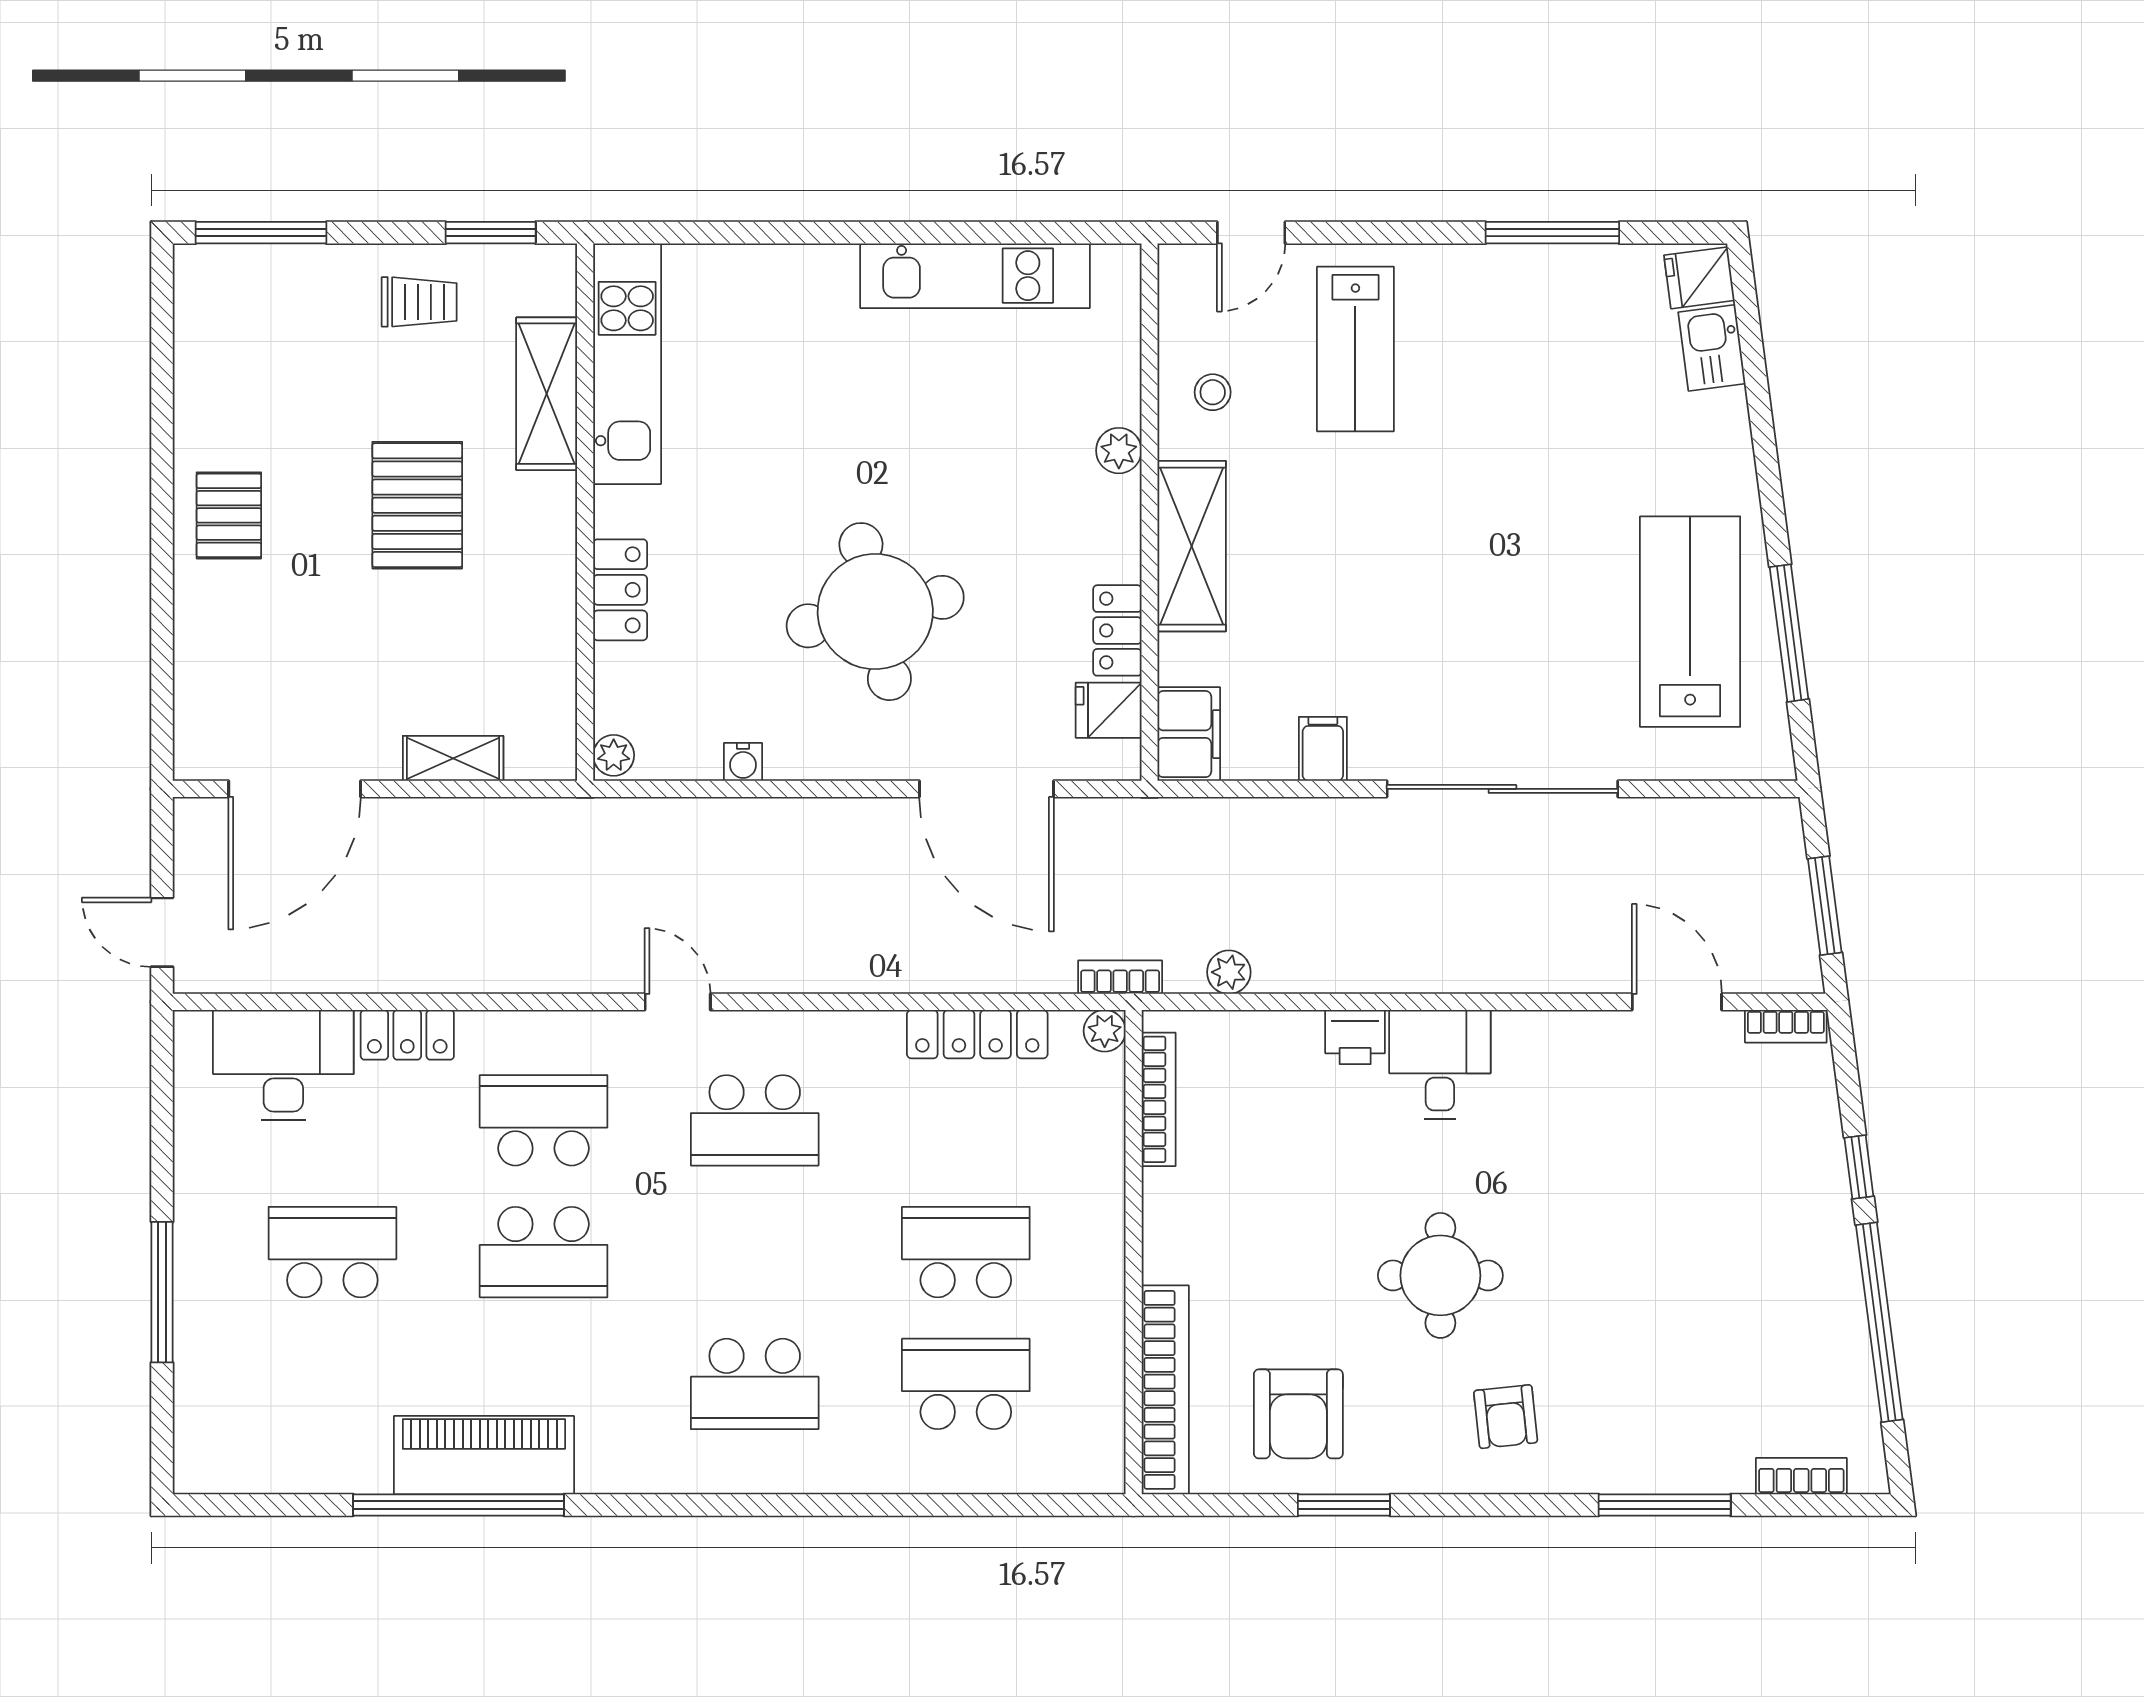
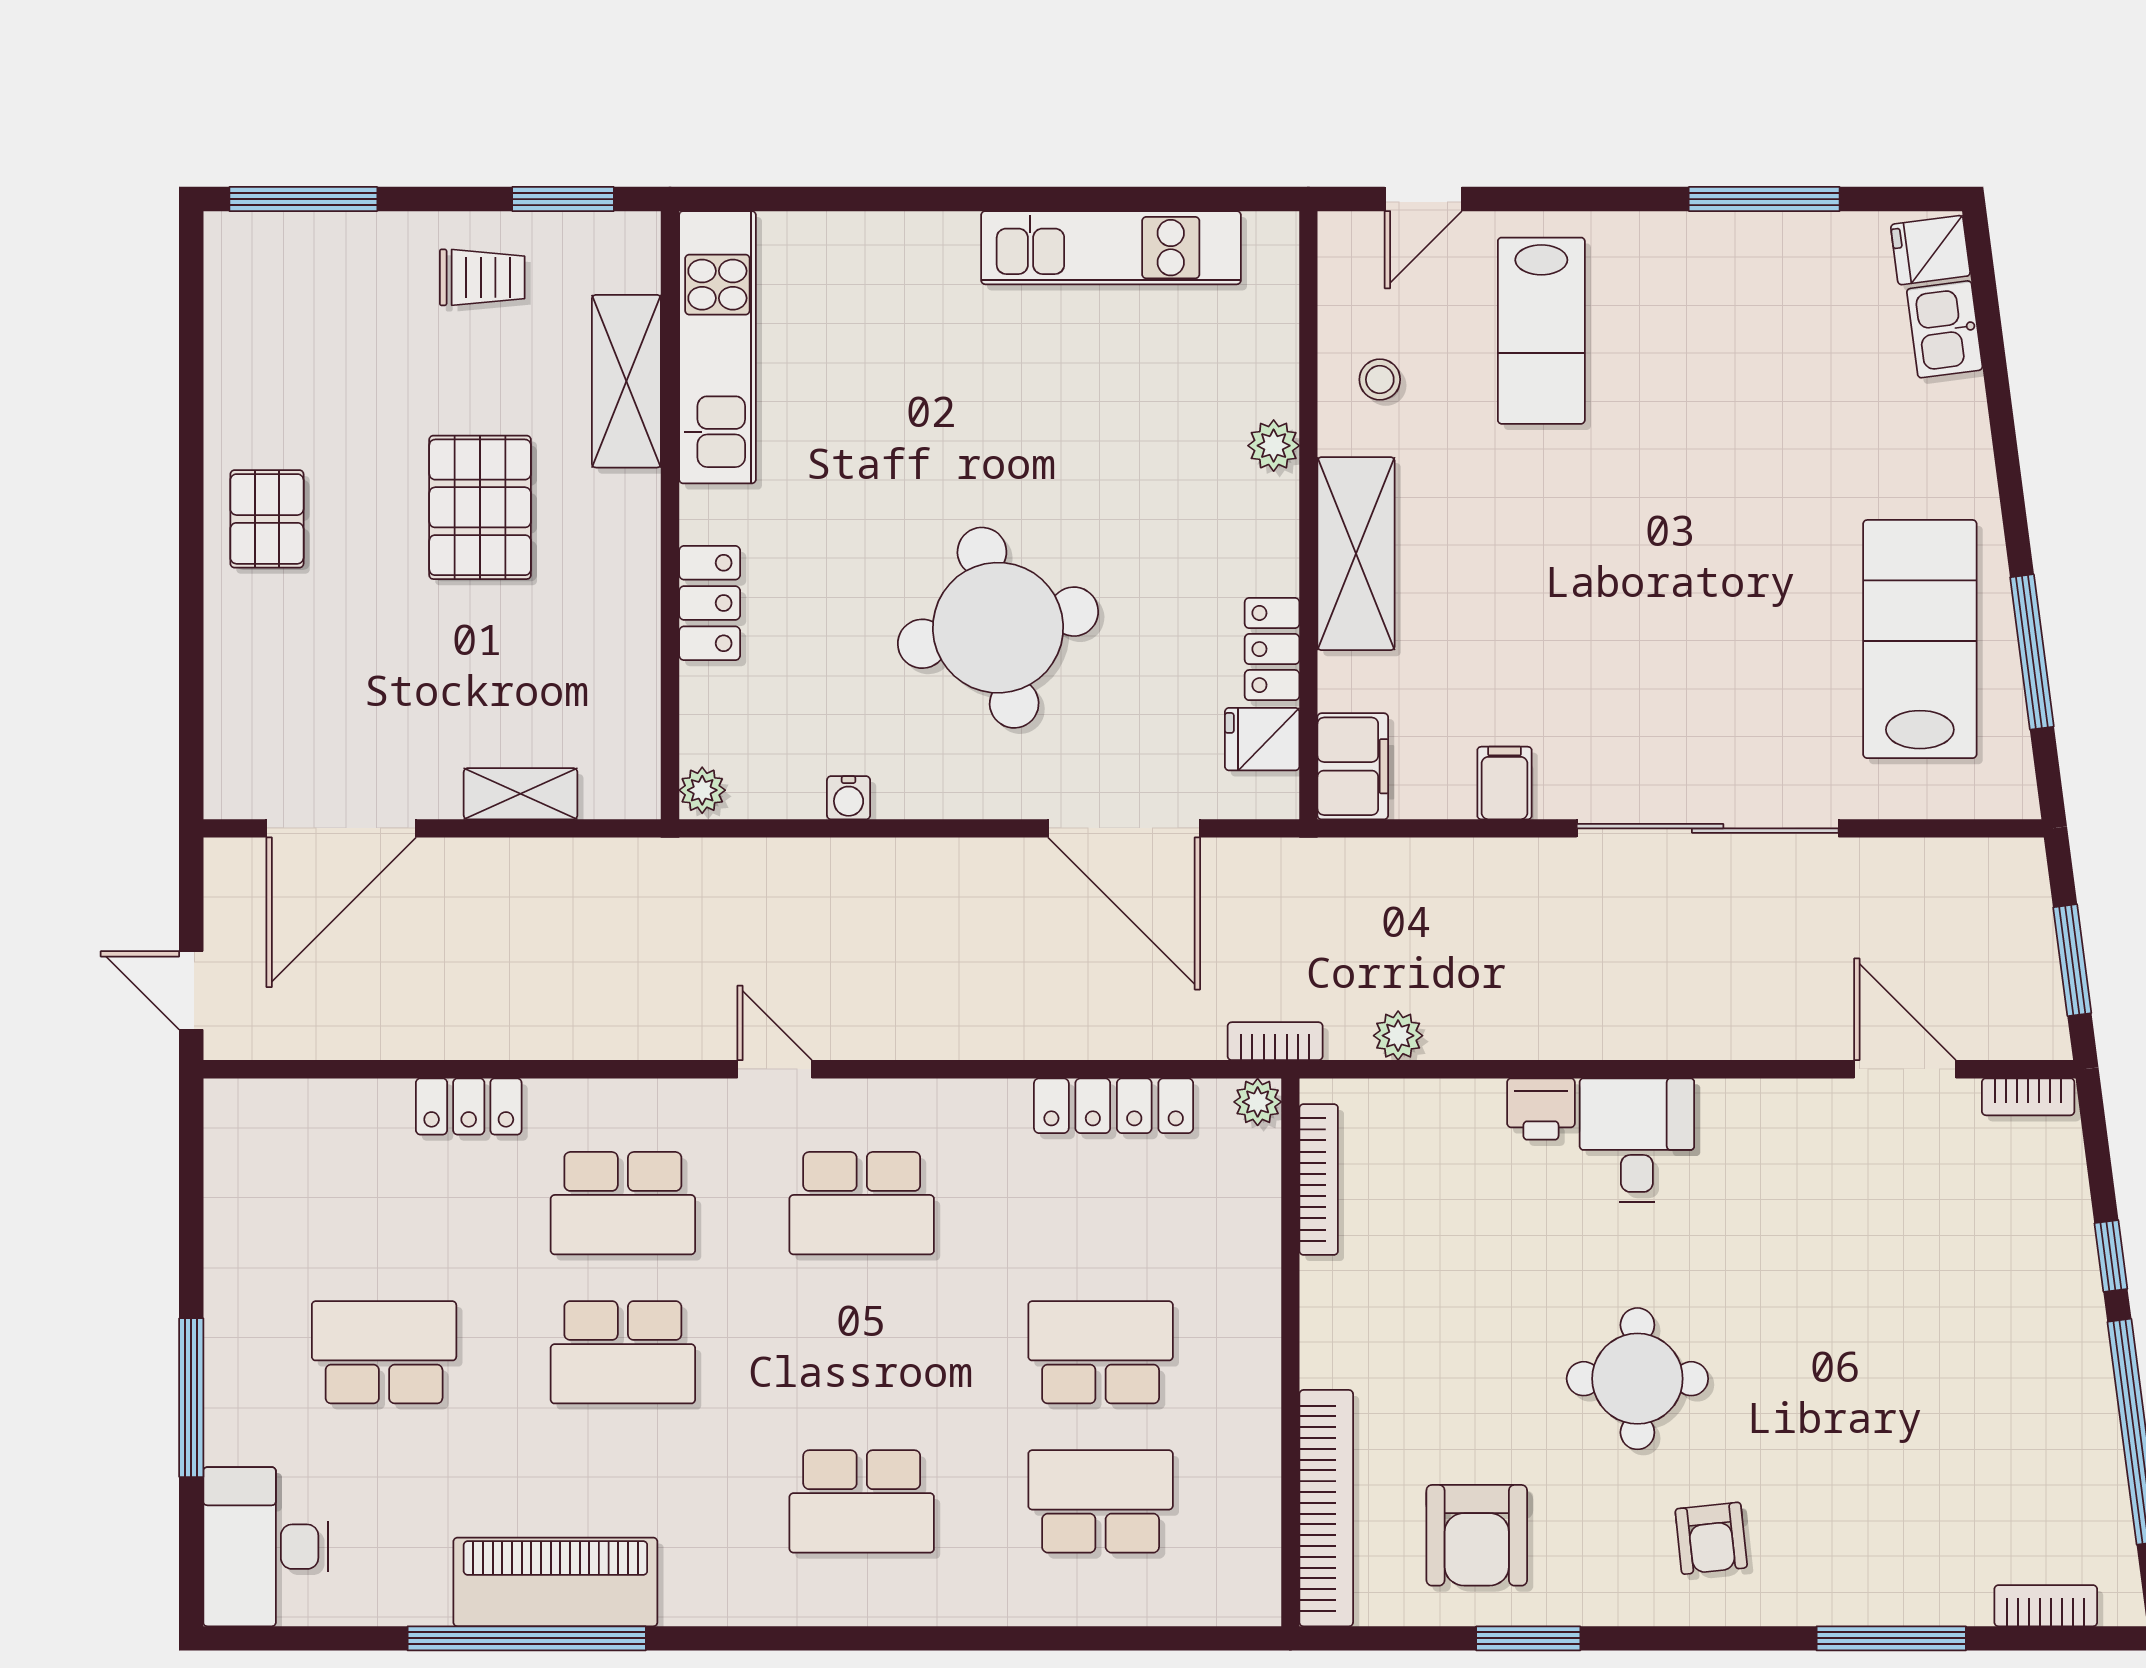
desk: (283, 1065) -> (266, 1547), moved, turned -90
school desk: (544, 1120) -> (623, 1203), turned 180

